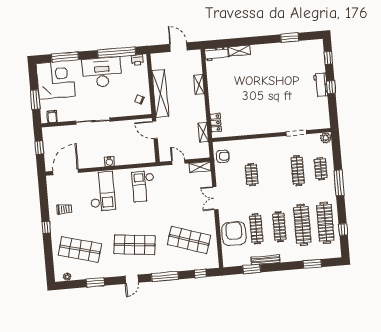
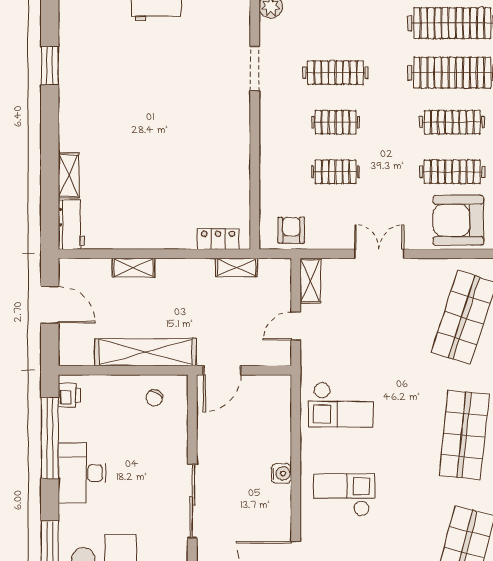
door: (178, 47) -> (50, 305), swing flipped
desk: (102, 72) -> (82, 473), width x0.73, depth x0.77
clothes rail: (321, 169) -> (336, 122), moved
checkout: (102, 191) -> (344, 495), width x0.73, depth x0.83
double door: (215, 198) -> (379, 254), swing flipped

